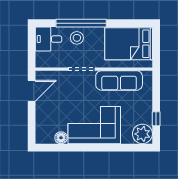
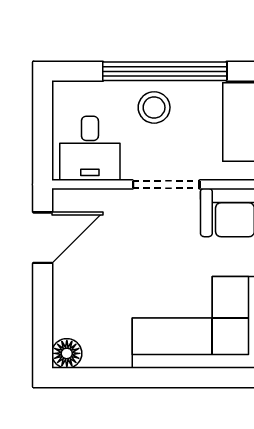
desk: (48, 39) -> (90, 148), moved, turned -90
floor lamp: (61, 138) -> (67, 353), moved

